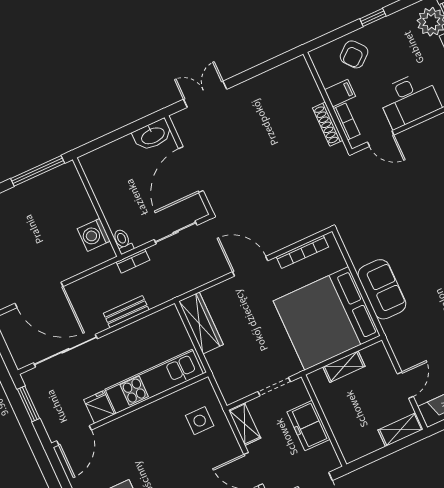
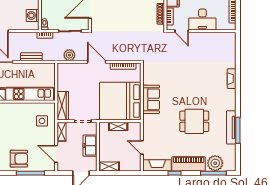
plant: (195, 277) -> (69, 55), added
wardrobe: (201, 323) -> (63, 106), moved
door: (405, 385) -> (142, 147), swing flipped
shelving: (401, 430) -> (109, 166), moved

